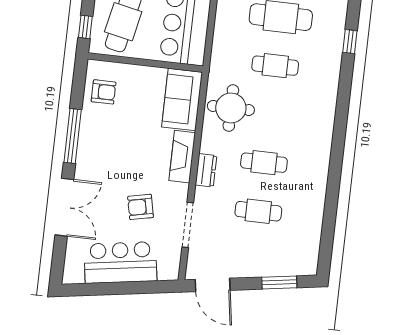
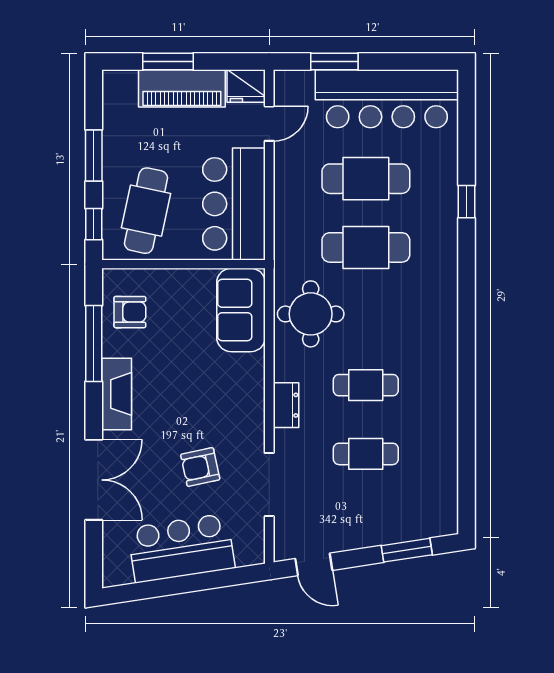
cafe table: (275, 66) -> (366, 247), width x1.37, depth x1.35
window: (73, 136) -> (94, 344), moved
fireplace: (182, 157) -> (117, 394), moved, turned 180
door: (213, 285) -> (314, 564), width x0.73

